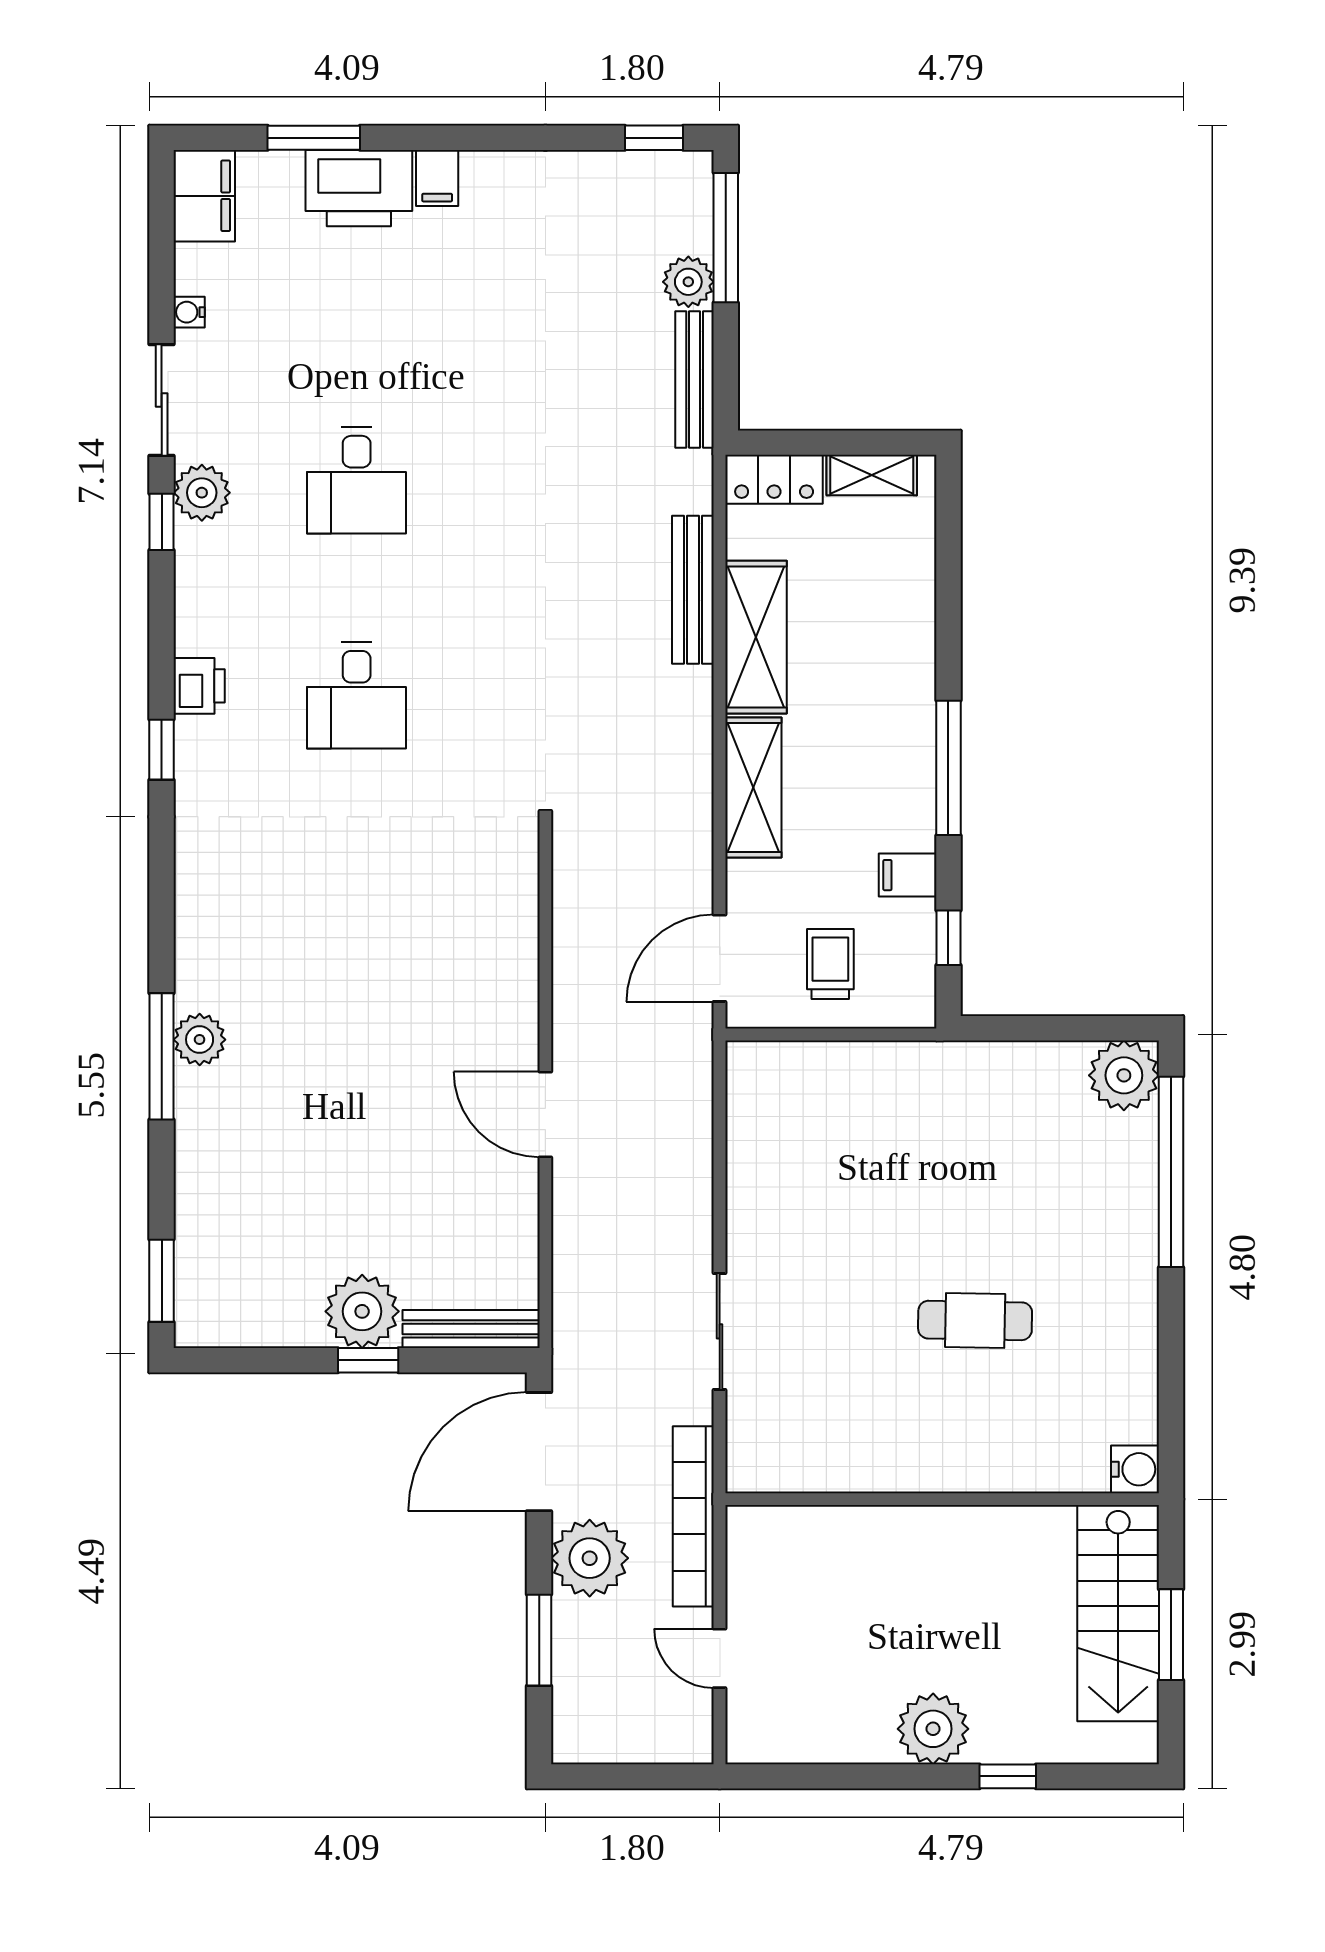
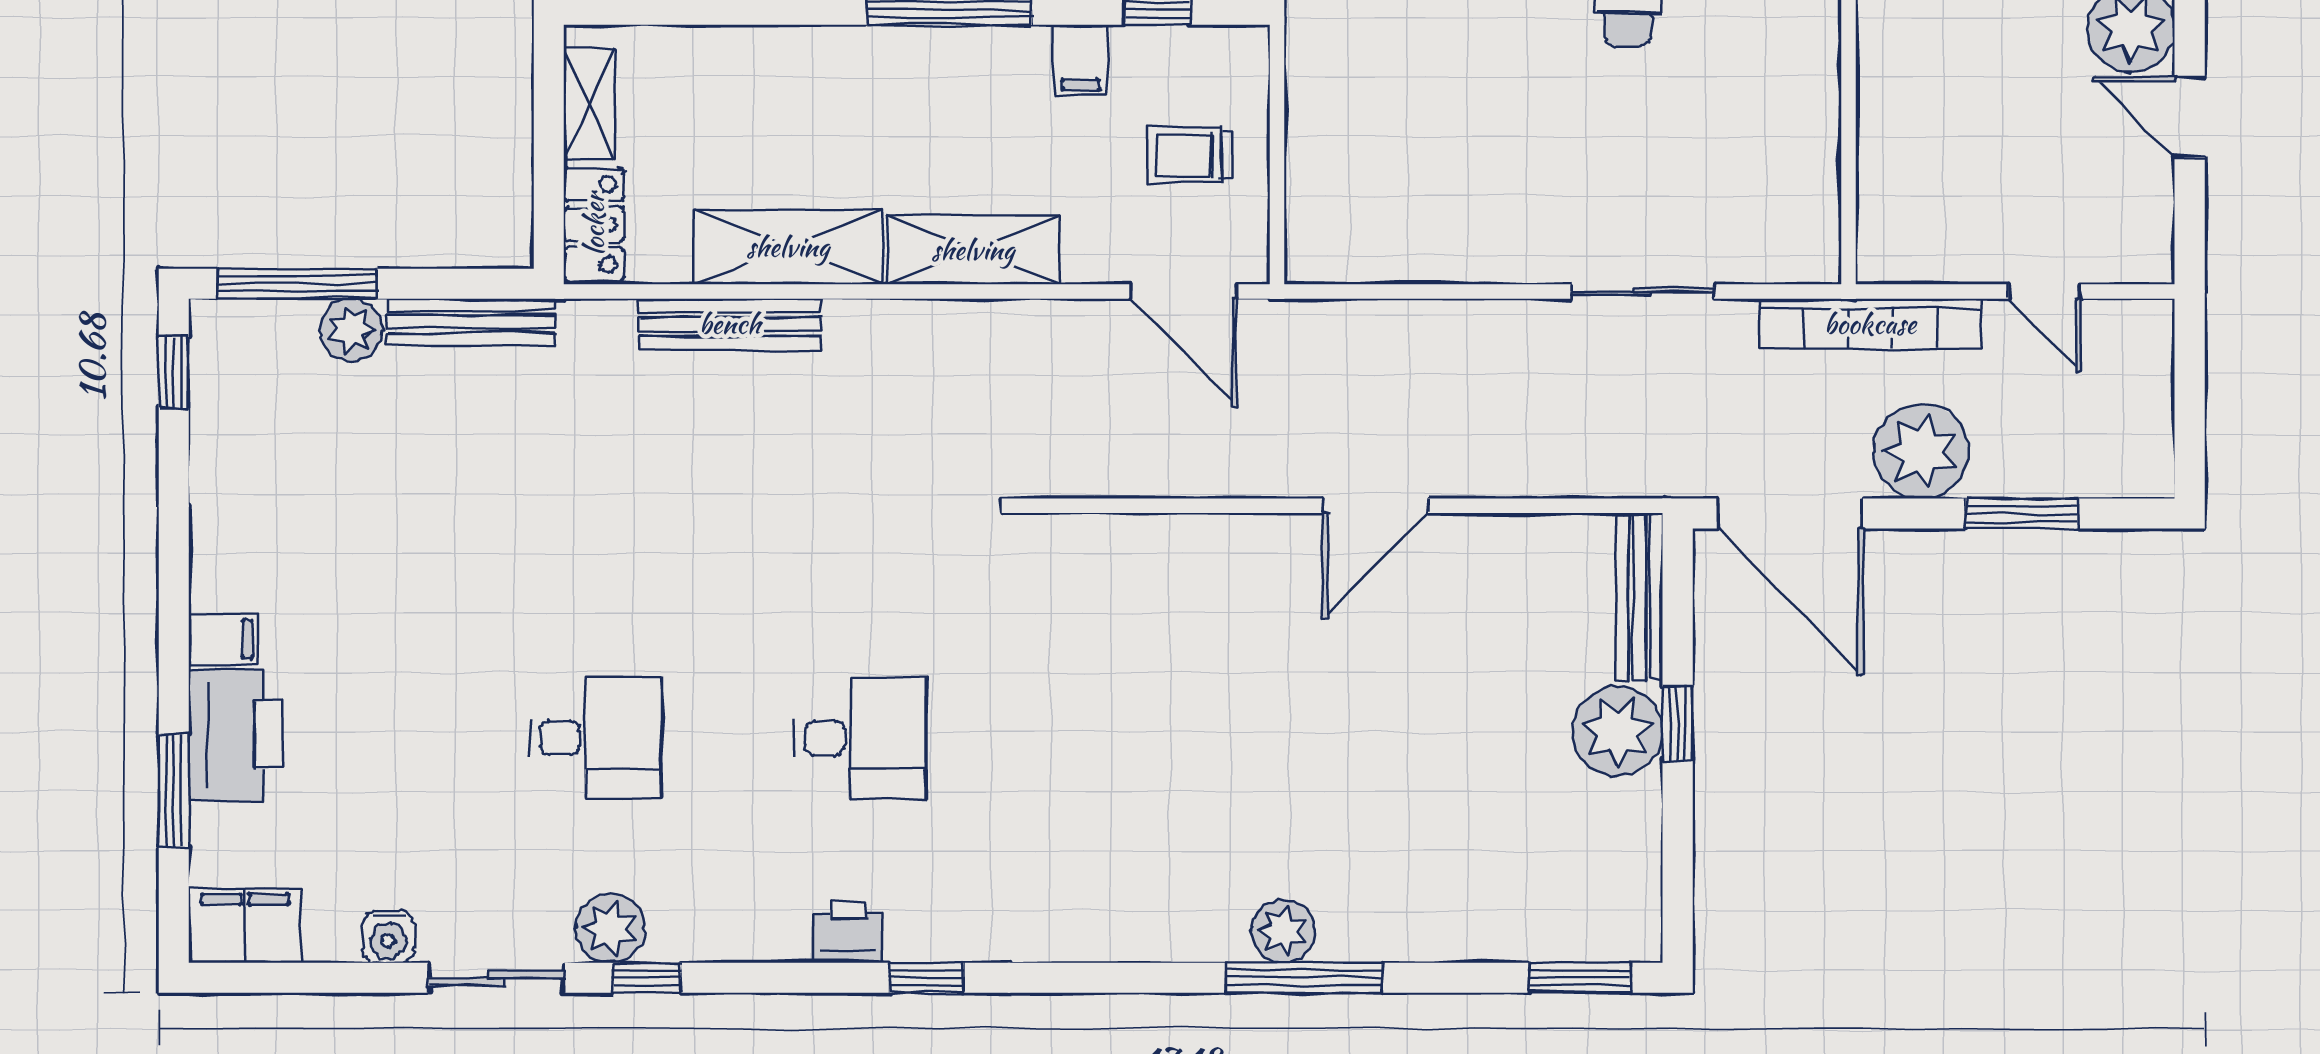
water cooler: (189, 312) -> (388, 937), width x1.38, depth x1.38
door: (720, 1658) -> (2045, 291), hinge flipped
door: (861, 1776) -> (2190, 117), added

